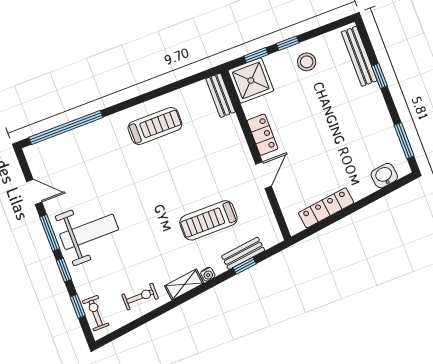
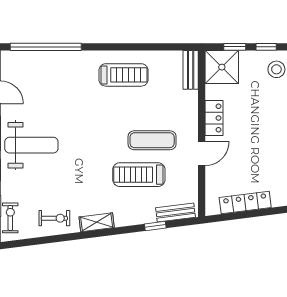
exercise mat: (209, 181) -> (152, 140), added
bench: (243, 253) -> (175, 212), moved
water cooler: (208, 274) -> (121, 221), removed

